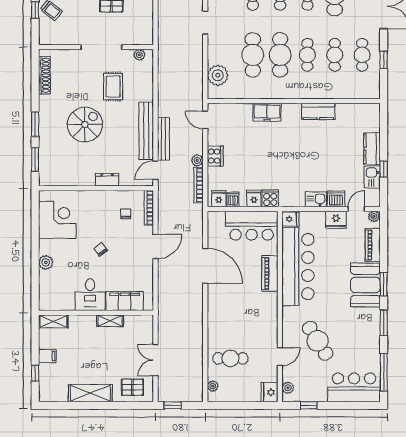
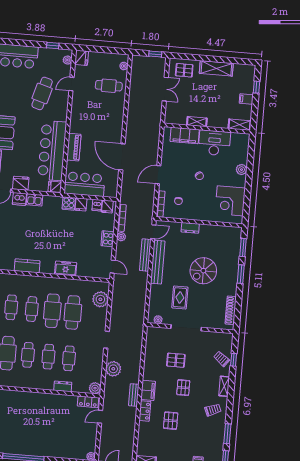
desk: (90, 295) -> (214, 143), width x1.37
cafe table: (318, 341) -> (42, 93), turned 48

